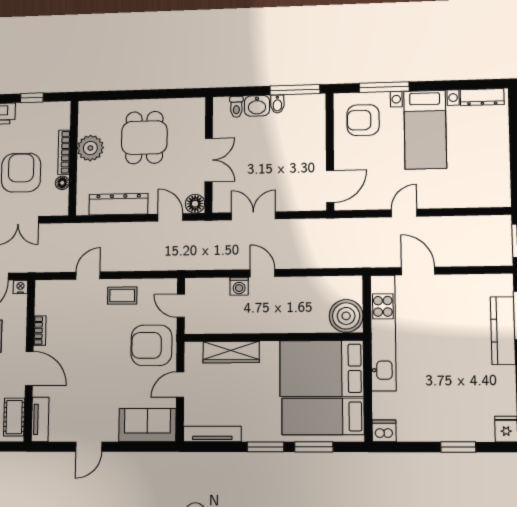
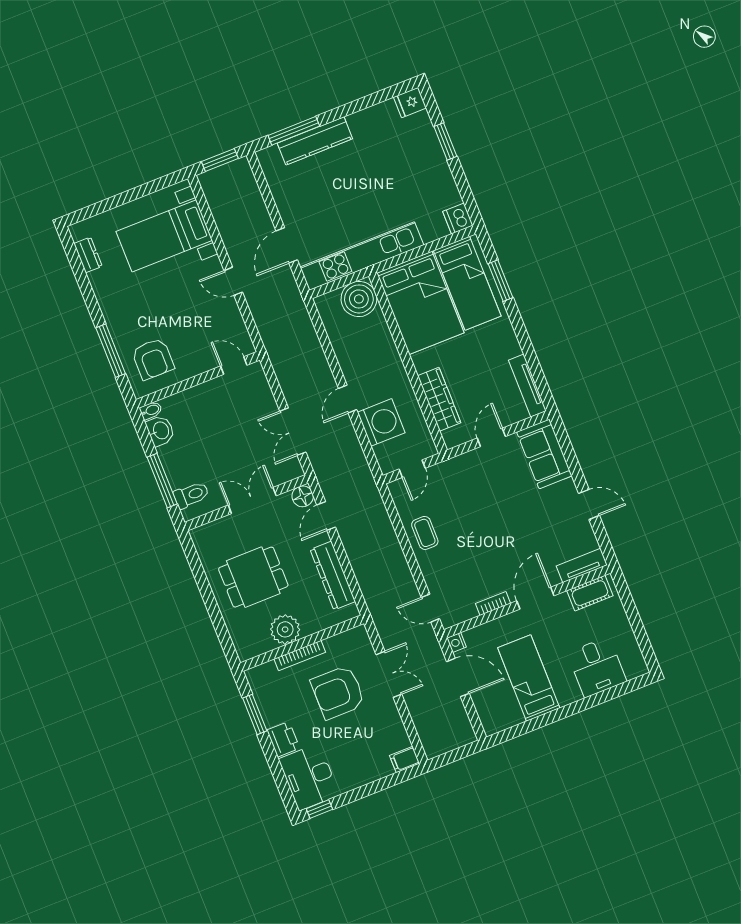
window: (295, 90) -> (162, 481), moved
dresser: (482, 97) -> (88, 255), width x0.70
window: (32, 98) -> (255, 714), width x1.50
bidet: (277, 104) -> (151, 410), moved
washbasin: (257, 106) -> (160, 431), moved
toilet: (236, 107) -> (191, 495), width x1.37, depth x1.39
bed with nightstands: (425, 130) -> (164, 236), moved, turned 180
floor lamp: (62, 183) -> (332, 644), removed
door: (330, 186) -> (234, 366), width x0.73
door: (88, 276) -> (430, 608), moved
washing machine: (239, 286) -> (381, 422), width x1.89, depth x1.89
armchair: (151, 345) -> (464, 482), removed
door: (180, 385) -> (491, 437), swing flipped
window: (265, 447) -> (519, 328), removed

